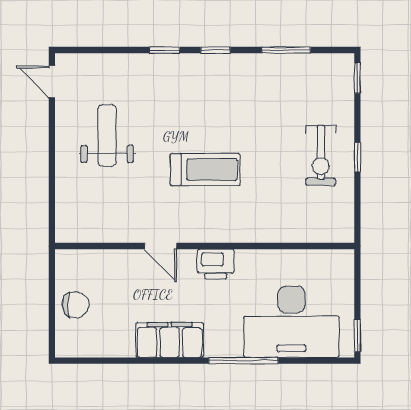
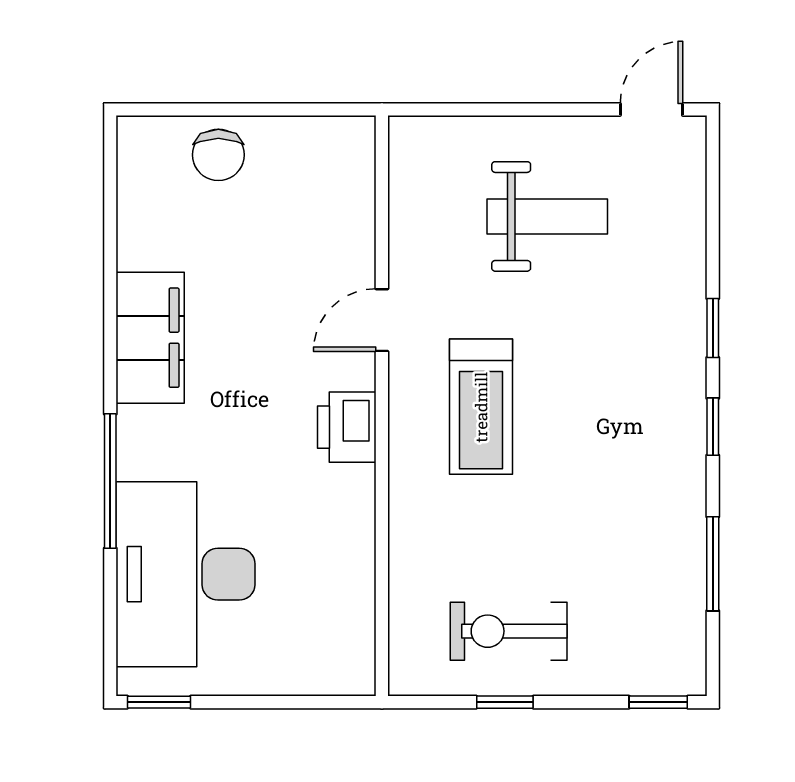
door: (161, 246) -> (382, 320), moved
wall: (205, 246) -> (382, 406), moved
printer: (216, 264) -> (347, 427), moved

